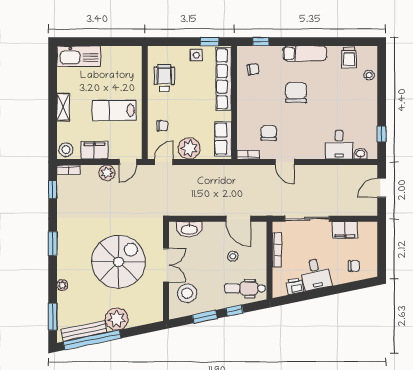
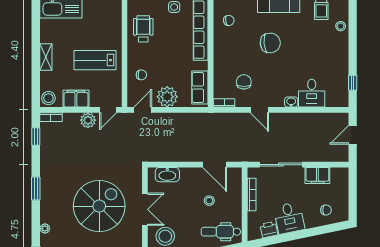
chair: (296, 93) -> (270, 43), turned 85
washbasin: (360, 154) -> (291, 102), moved

